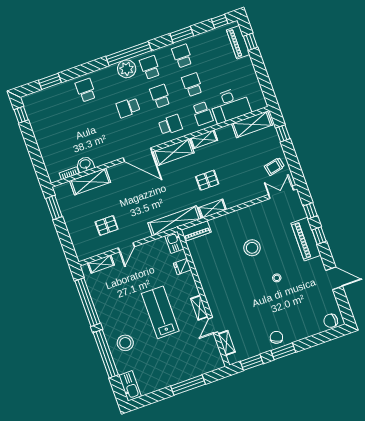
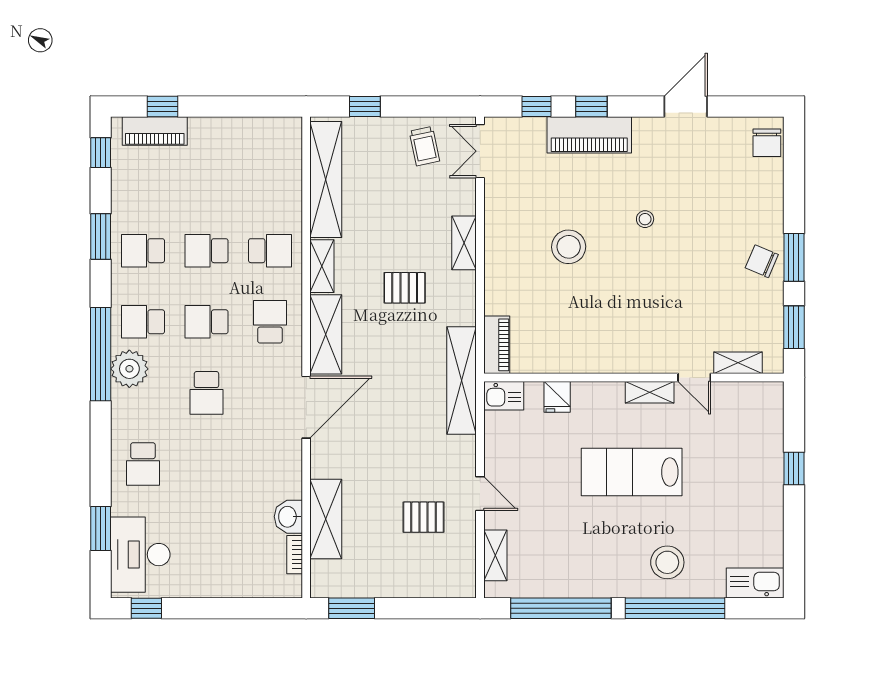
school desk: (86, 90) -> (143, 464), turned -90
desk: (230, 105) -> (140, 555), moved, turned 180
shelving: (252, 124) -> (326, 179), width x1.47
pallet: (207, 180) -> (405, 288), turned 90
shelving: (212, 209) -> (464, 243), moved
pallet: (107, 225) -> (424, 517), turned 90
window: (188, 385) -> (794, 468), width x0.46

